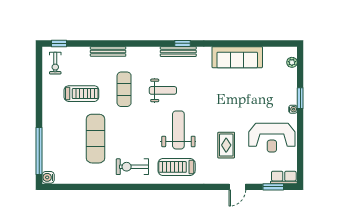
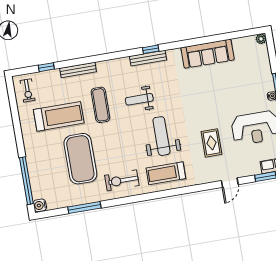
window: (59, 43) -> (46, 67), moved
plant: (292, 62) -> (261, 39), moved
weight bench: (163, 90) -> (139, 99), turned 180
treadmill: (81, 94) -> (59, 116), width x1.37, depth x1.38
exercise mat: (95, 139) -> (80, 159), width x1.47
window: (91, 187) -> (84, 207), added

